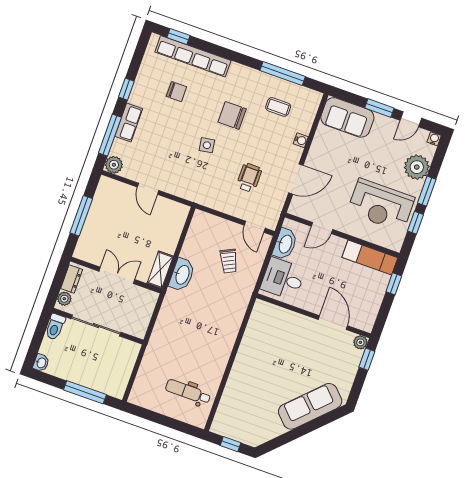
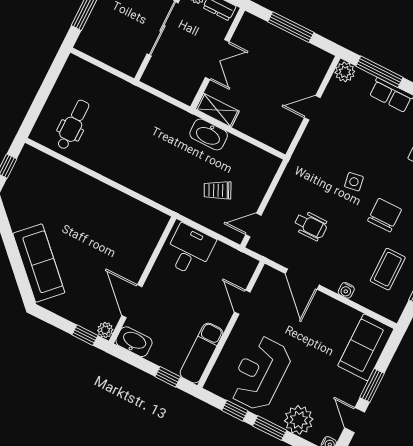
coffee table: (278, 107) -> (388, 269), width x1.36, depth x1.30
washbasin: (285, 244) -> (134, 342), moved, turned 180
door: (333, 323) -> (132, 301), swing flipped

